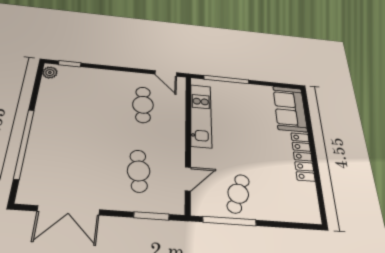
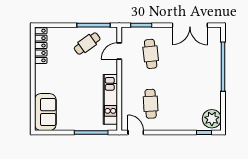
plant: (50, 73) -> (212, 119), width x1.87, depth x1.87
locker: (303, 156) -> (41, 46), moved
cafe table: (238, 194) -> (87, 44), turned 36
double door: (69, 210) -> (190, 25), swing flipped

